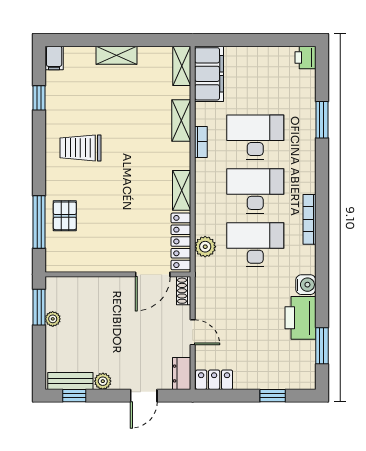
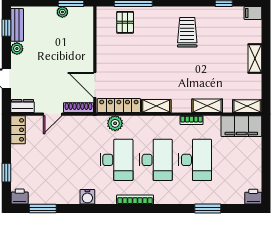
pallet: (65, 216) -> (125, 22), moved, turned 90
shoe rack: (184, 291) -> (78, 108), width x1.43
printer: (300, 318) -> (20, 197), moved, width x0.53, depth x0.68

